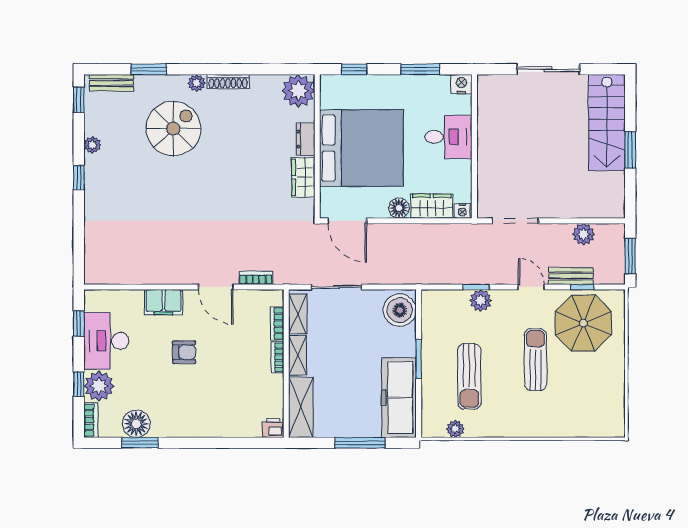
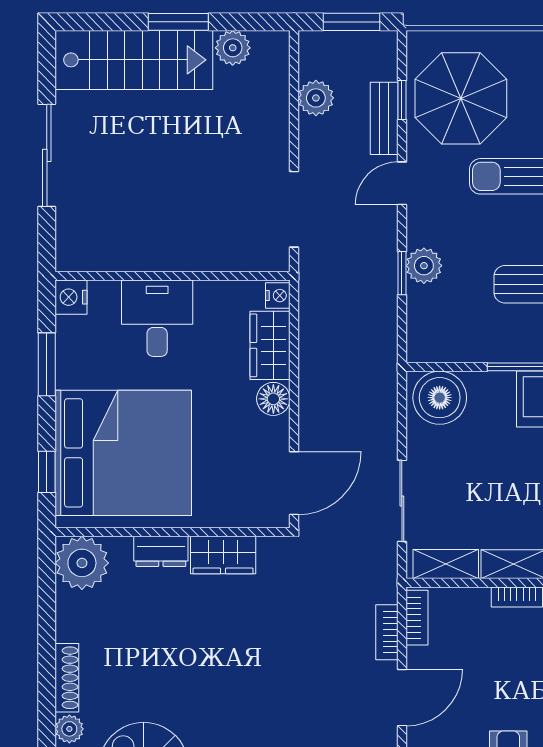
bed: (361, 148) -> (123, 453), moved, turned 90
plant: (614, 183) -> (233, 48), added
bookcase: (277, 323) -> (417, 618), moved, turned -90

